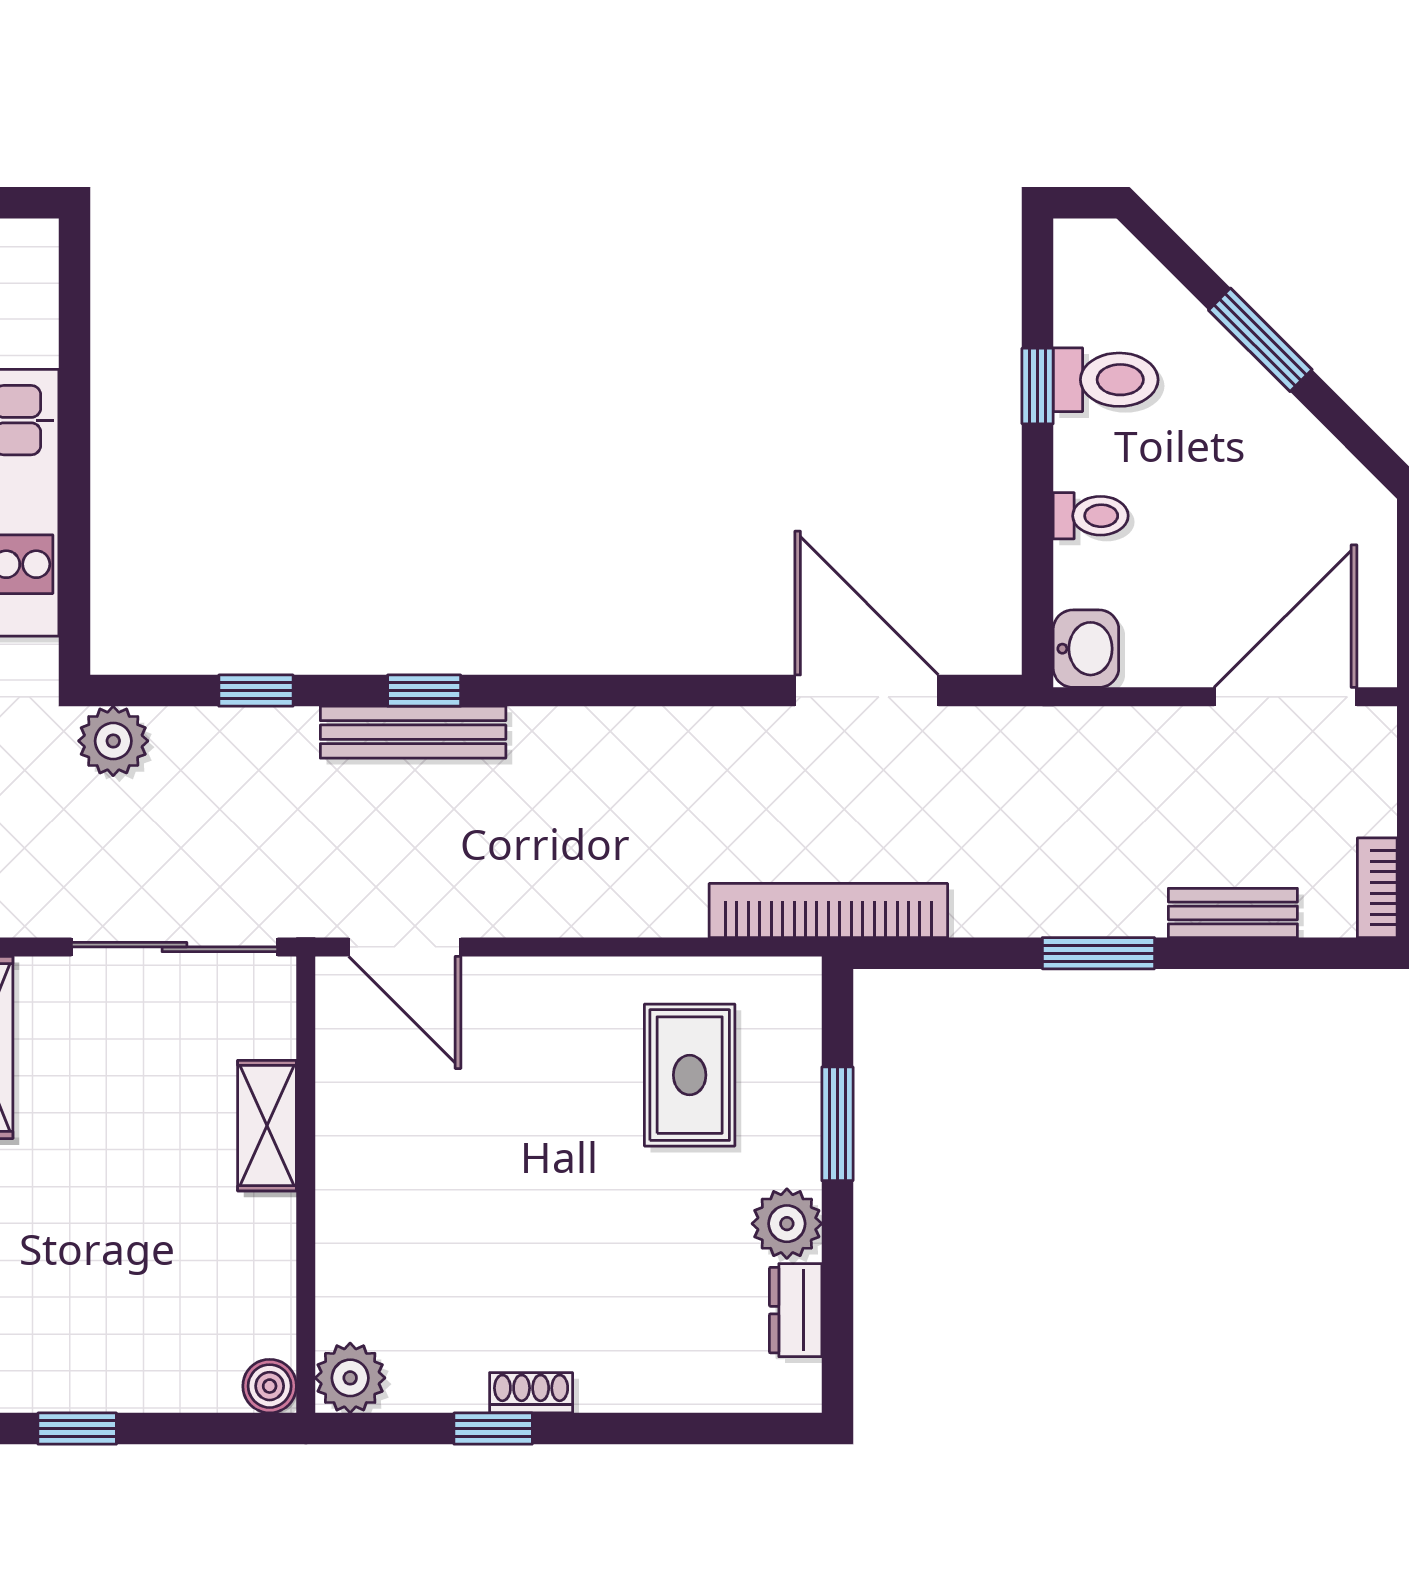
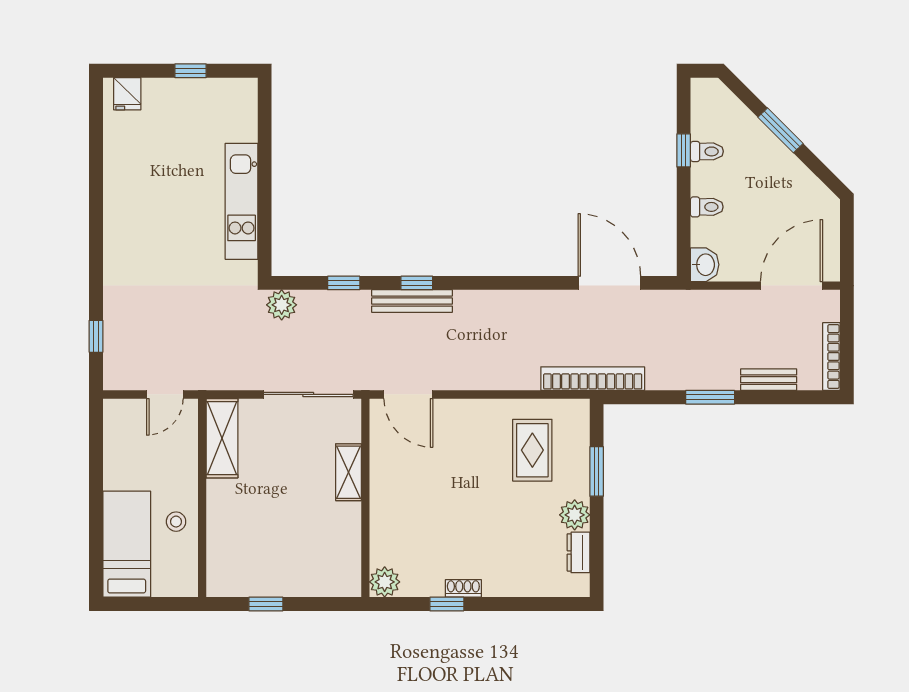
toilet: (1106, 380) -> (707, 151), width x0.73, depth x0.72
bookcase: (1377, 888) -> (831, 357), width x1.56
boiler: (270, 1386) -> (350, 585), removed

